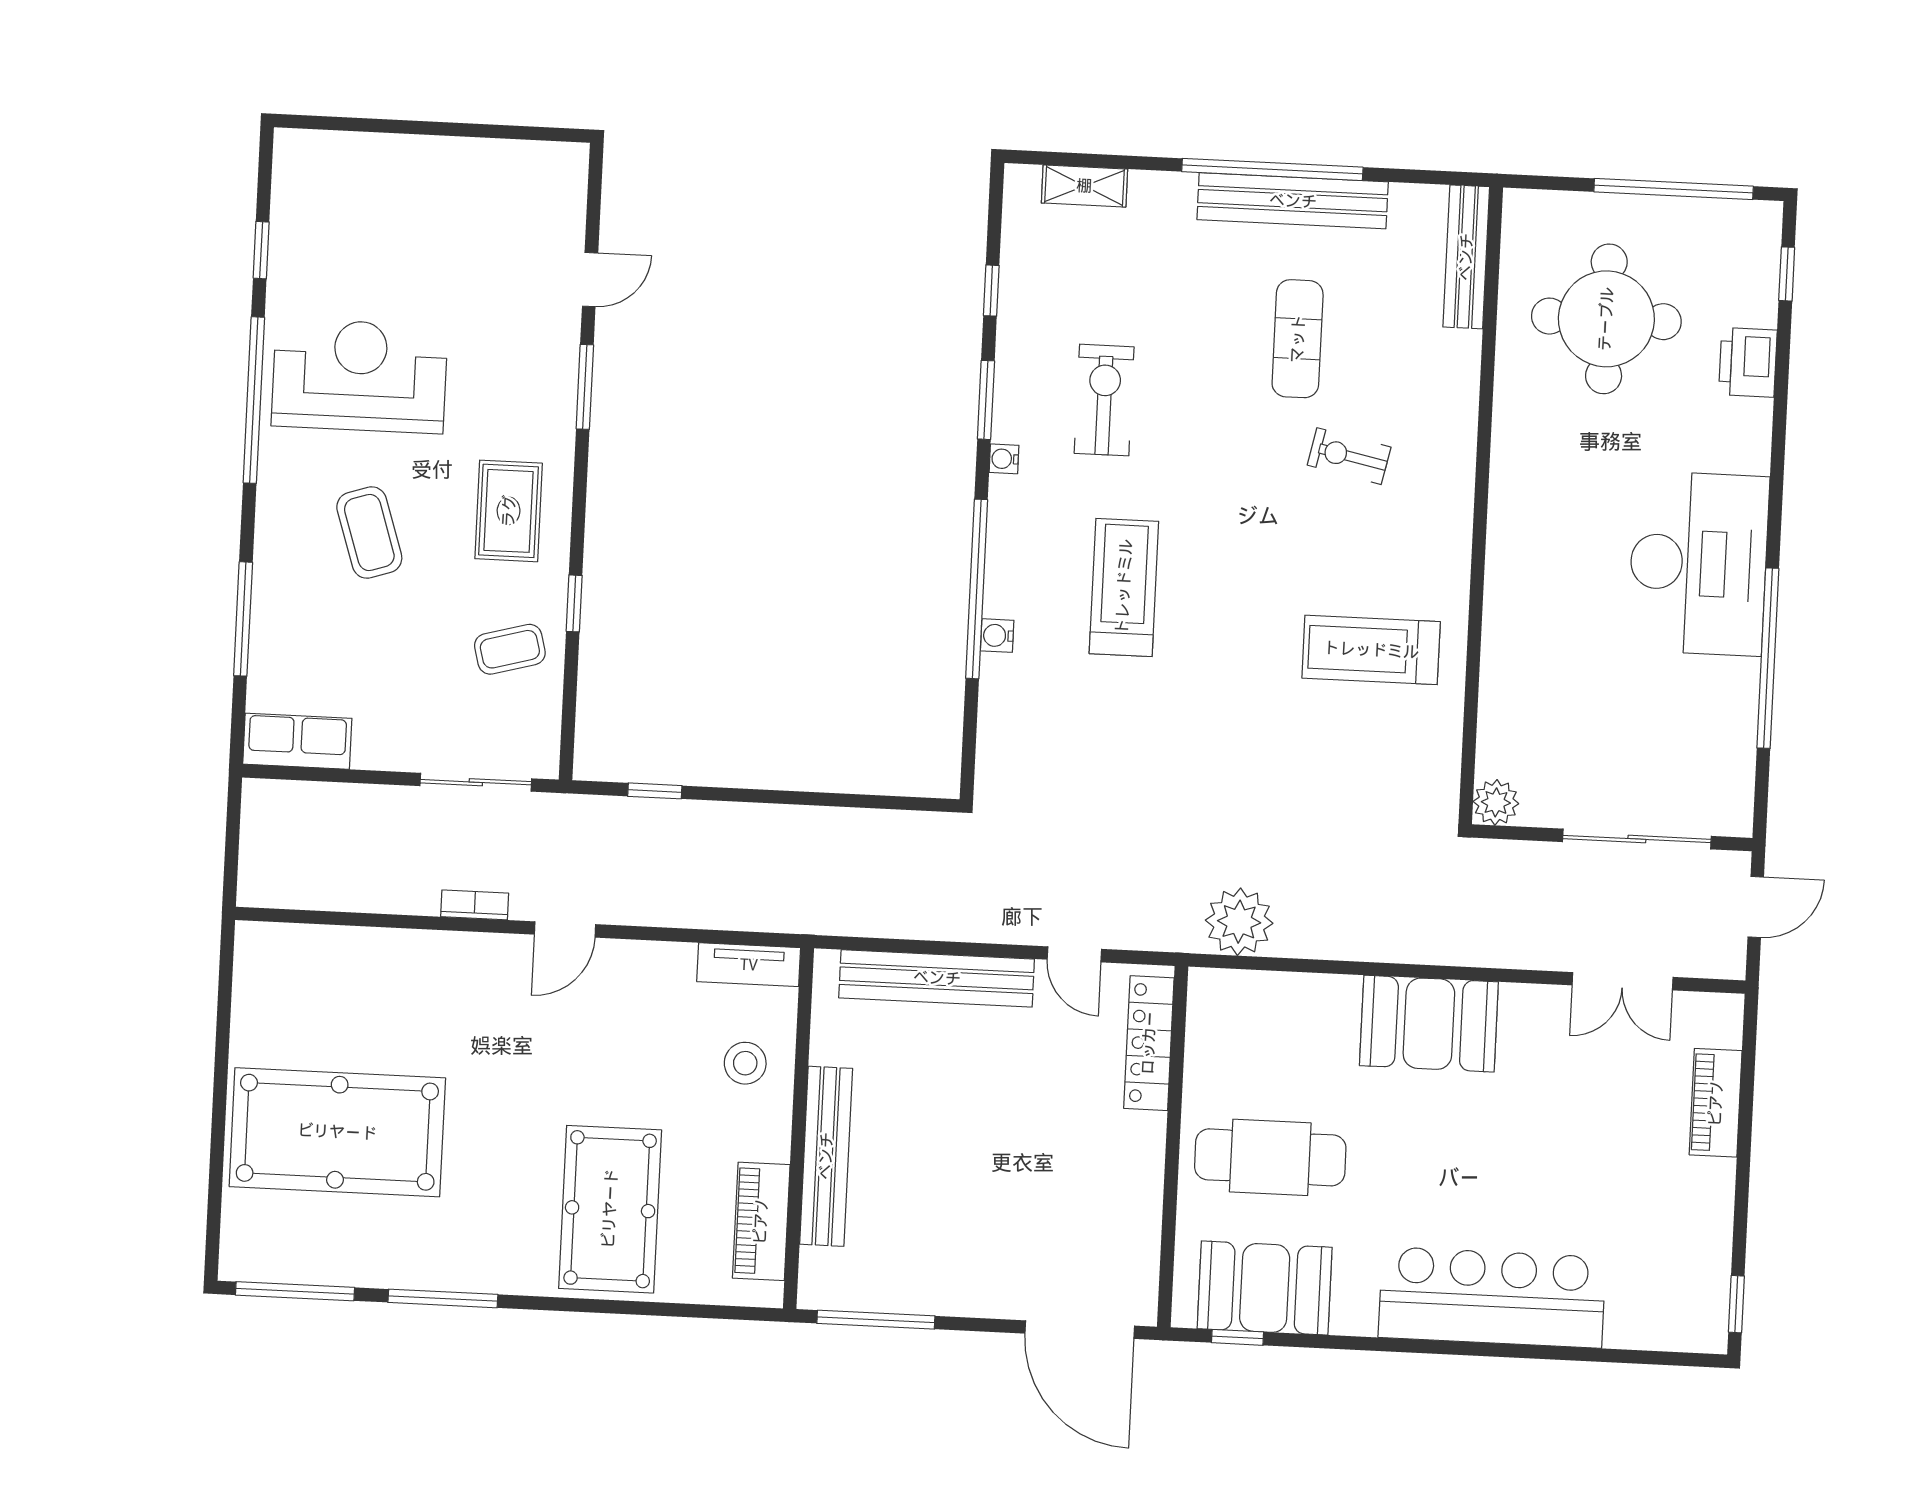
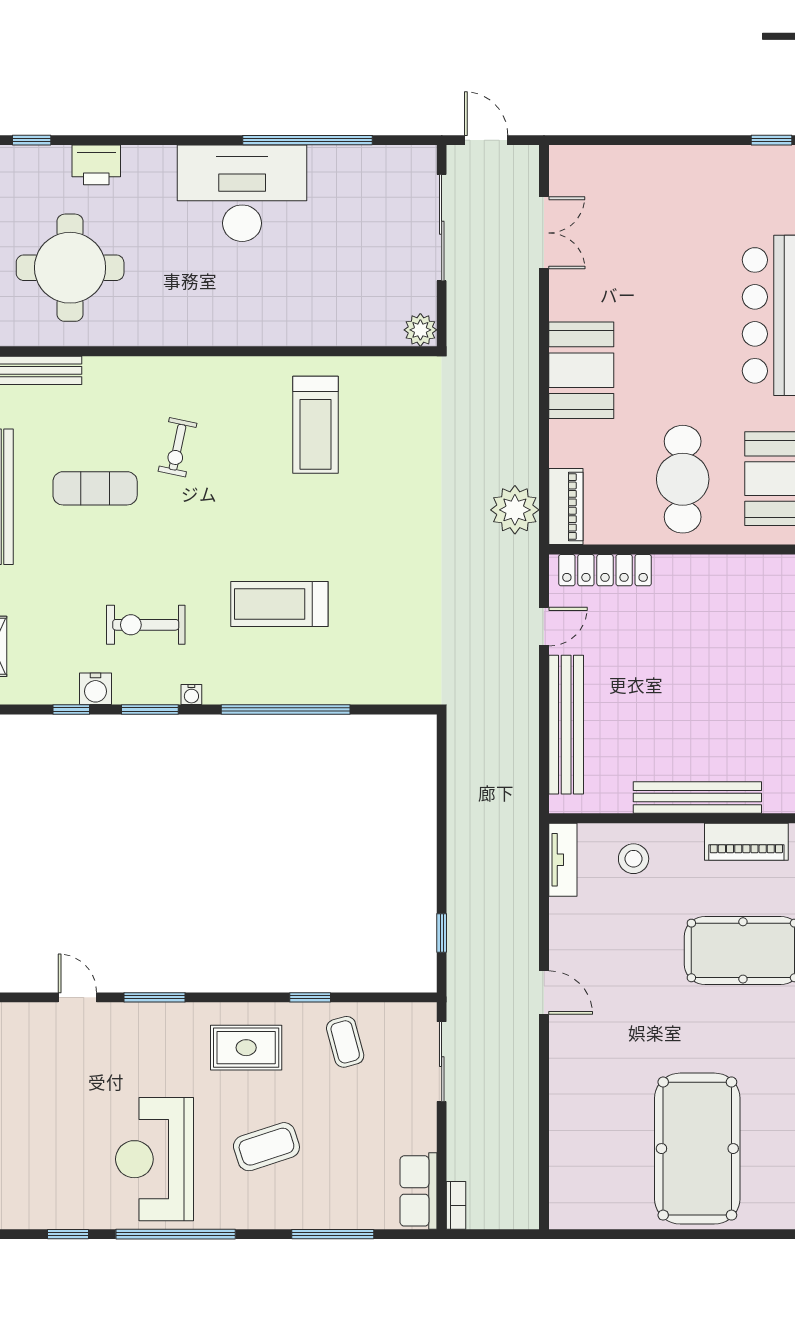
water cooler: (997, 636) -> (96, 689), moved, width x1.38, depth x1.38
bookcase: (475, 905) -> (456, 1205), moved, turned 180
piano: (1716, 1103) -> (566, 507), moved, turned -90

